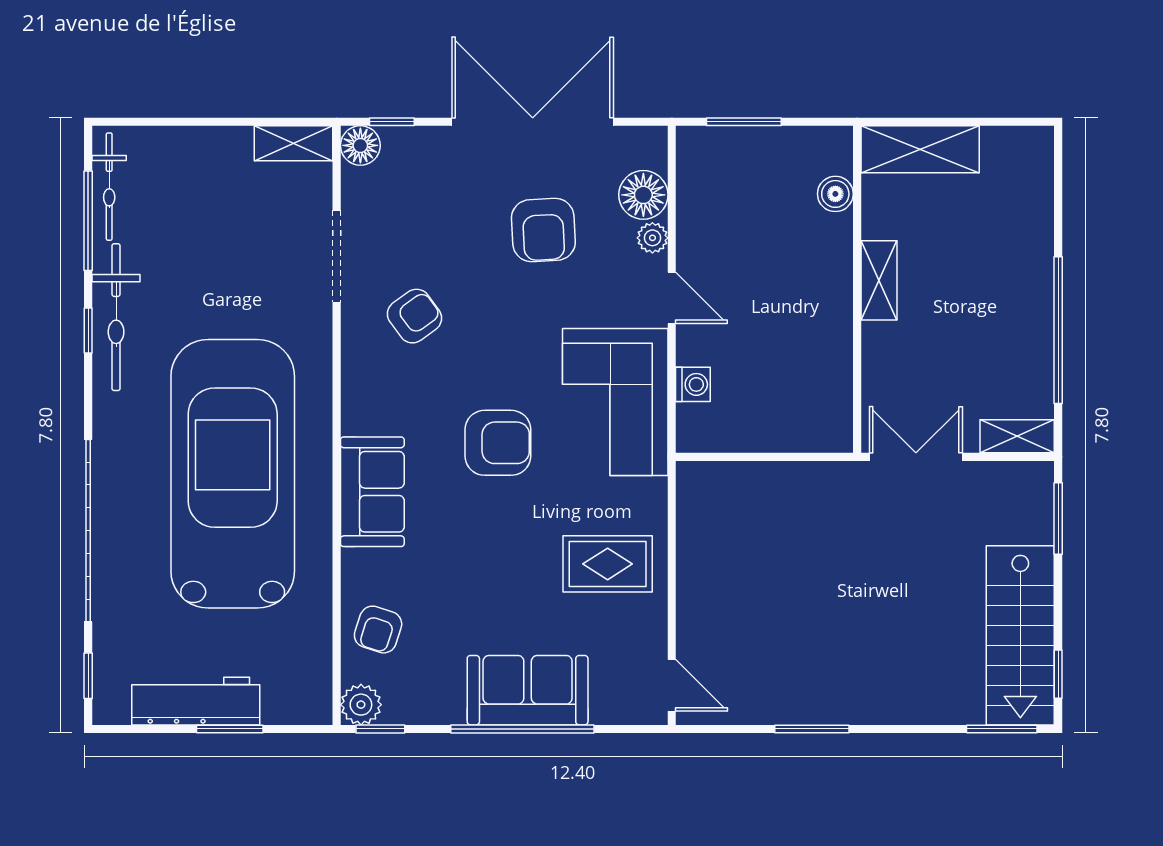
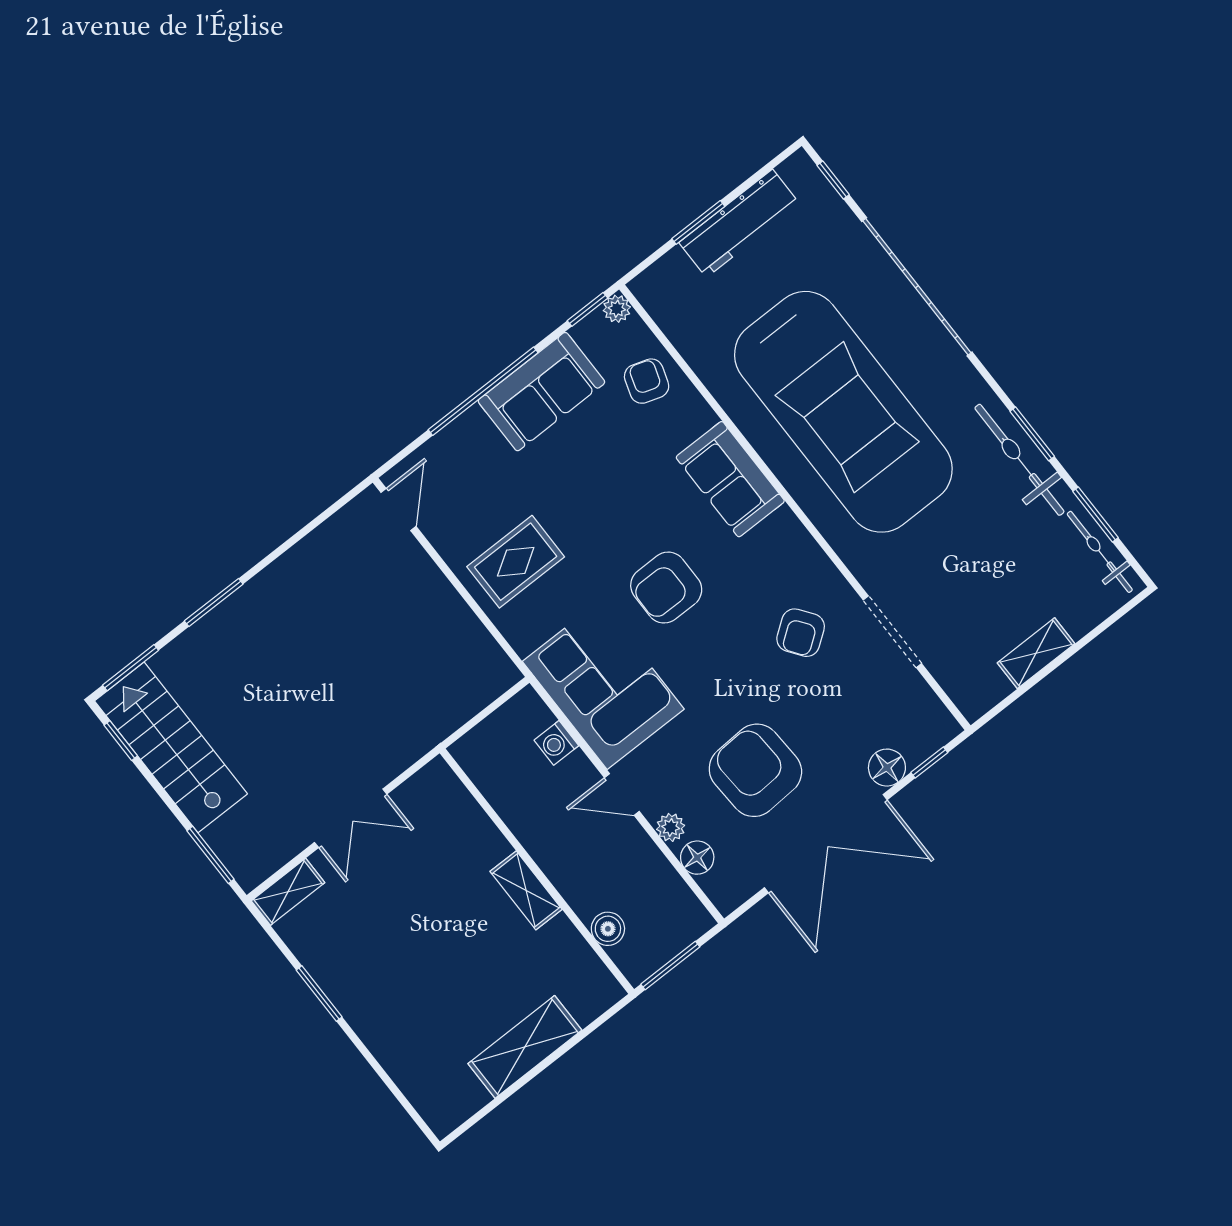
shelving: (294, 143) -> (1036, 653), moved
floor lamp: (360, 145) -> (887, 768), moved
boiler: (835, 194) -> (608, 929), moved
floor lamp: (643, 195) -> (697, 858), width x0.73, depth x0.73
window: (88, 221) -> (1095, 515), width x0.69
armchair: (543, 230) -> (755, 770), width x1.36, depth x1.36
shelving: (879, 280) -> (526, 890), moved
wall: (857, 289) -> (537, 871), moved
window: (1058, 330) -> (319, 994), width x0.47
window: (88, 331) -> (1032, 434), width x1.50
door: (672, 685) -> (398, 509), swing flipped
sofa: (528, 690) -> (541, 392), moved
plant: (361, 705) -> (617, 309), width x0.73, depth x0.73
window: (812, 729) -> (214, 602), moved

